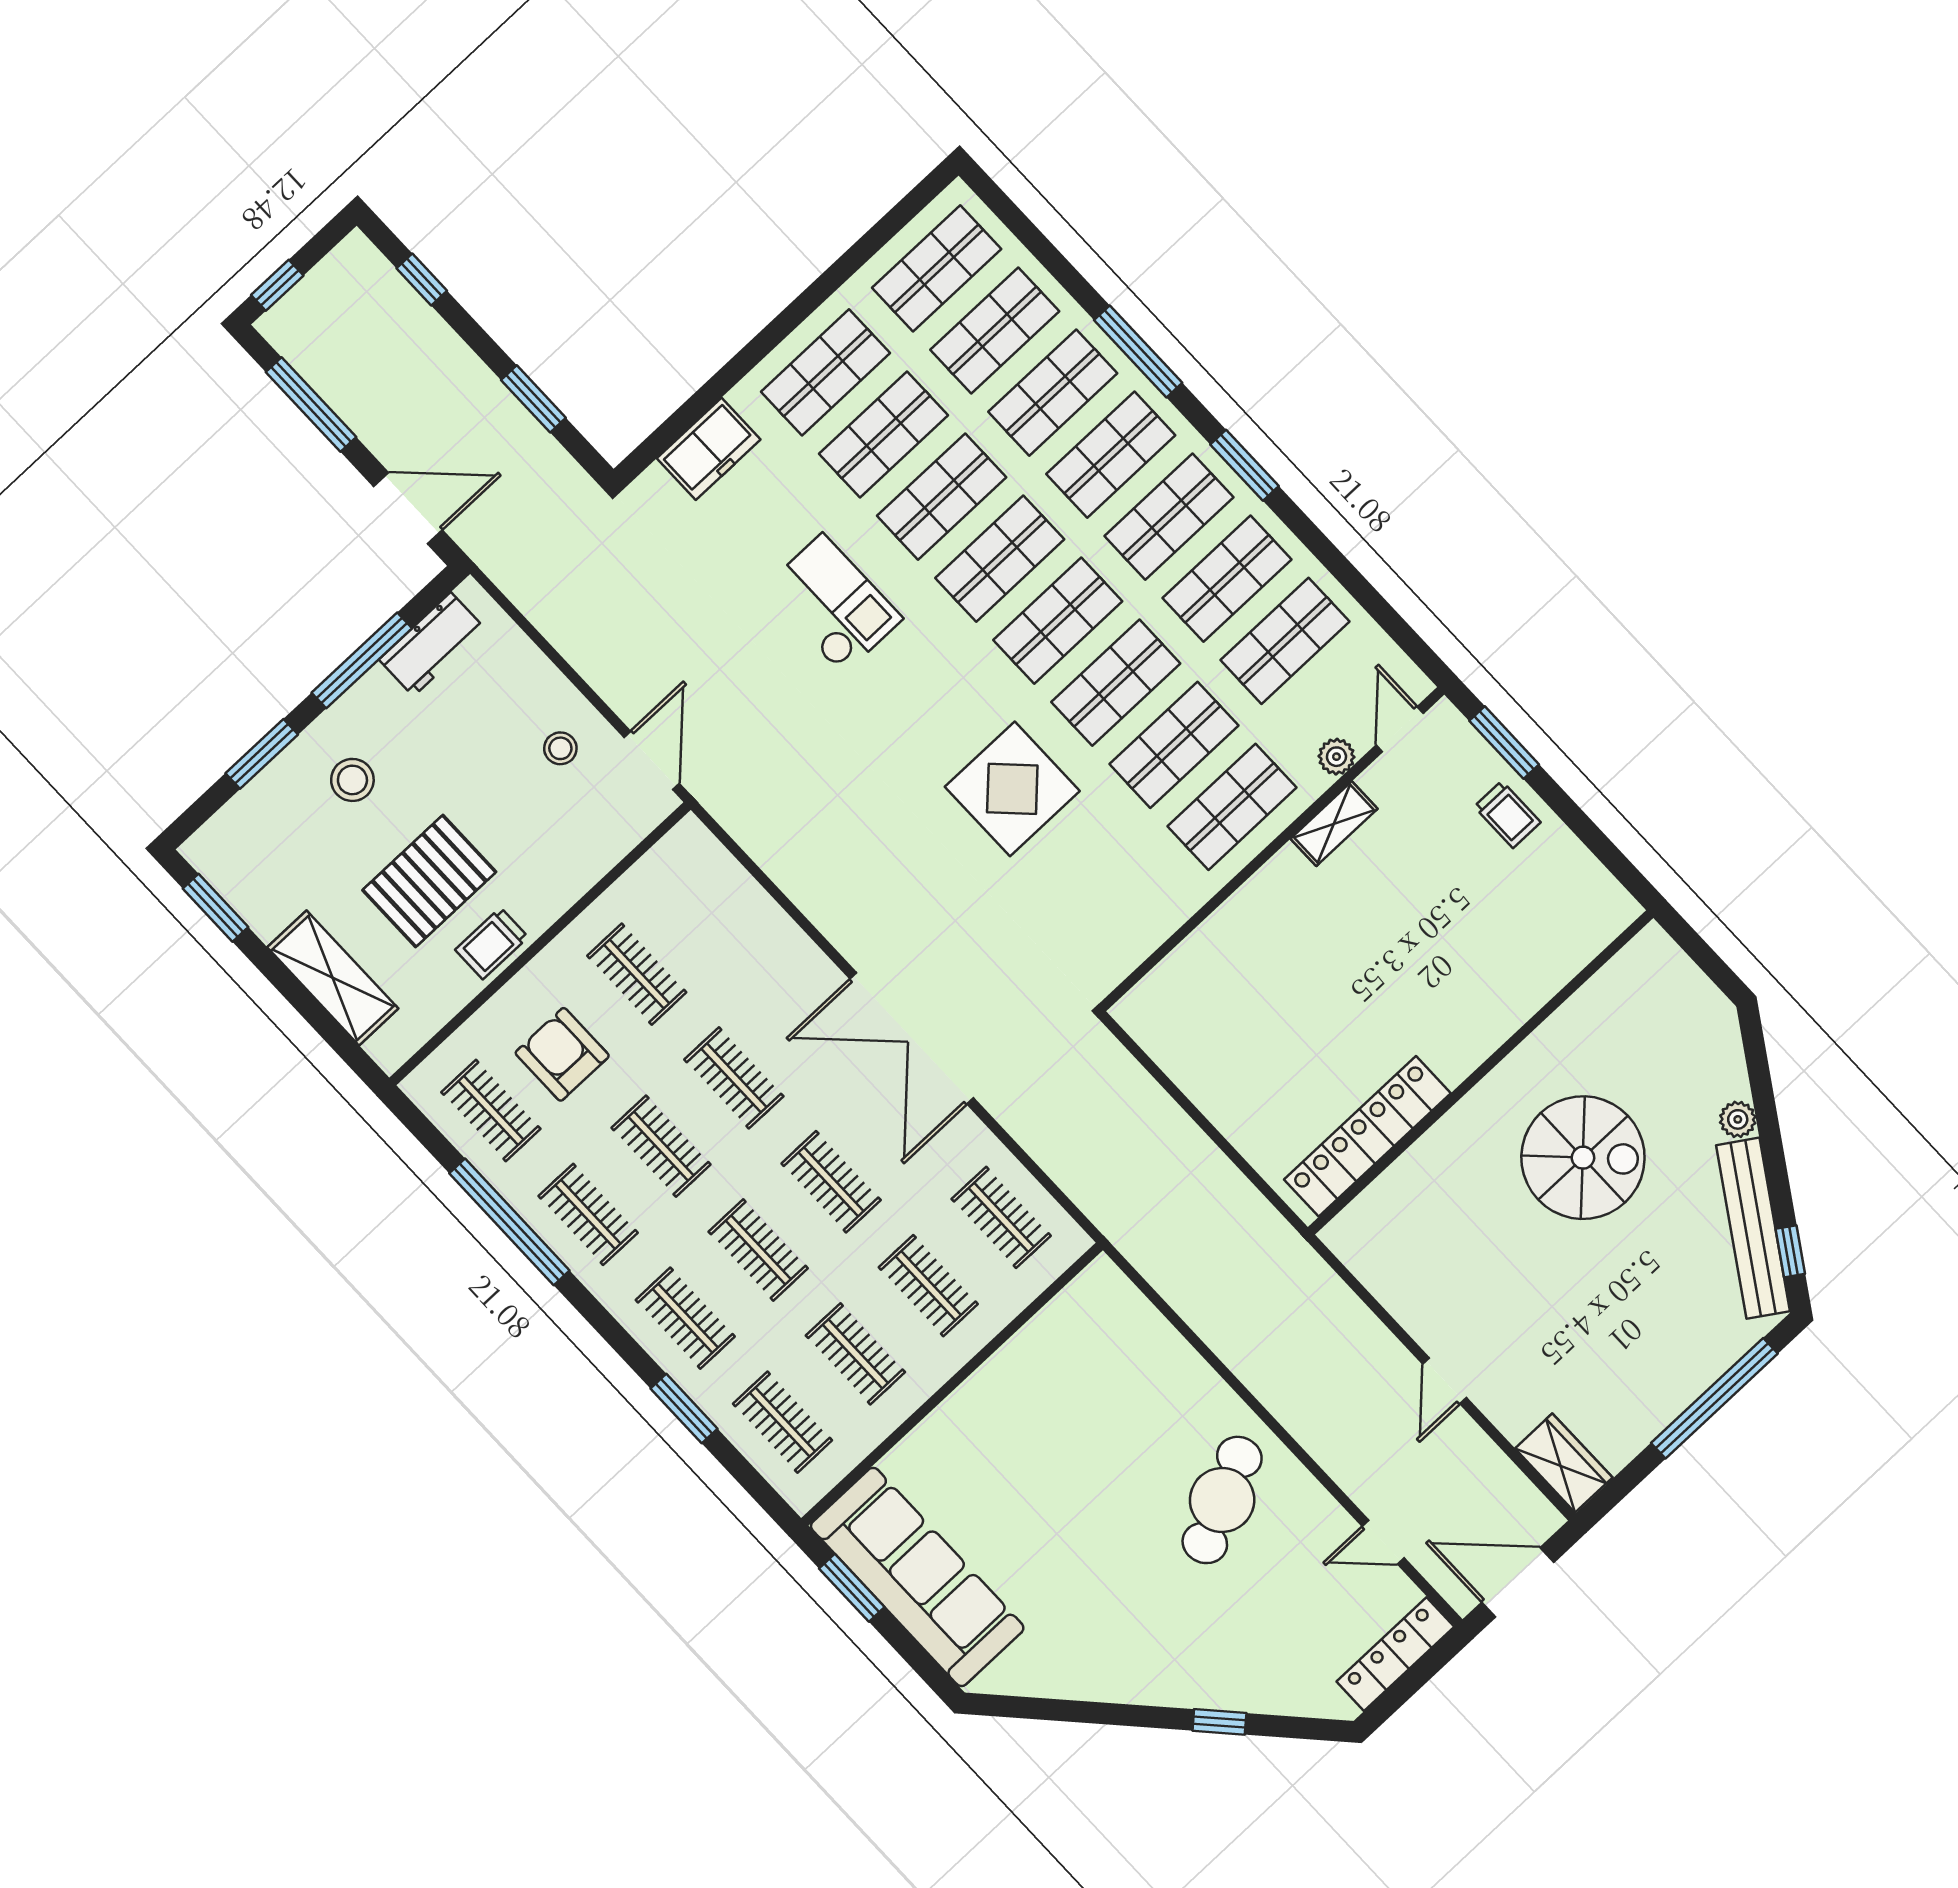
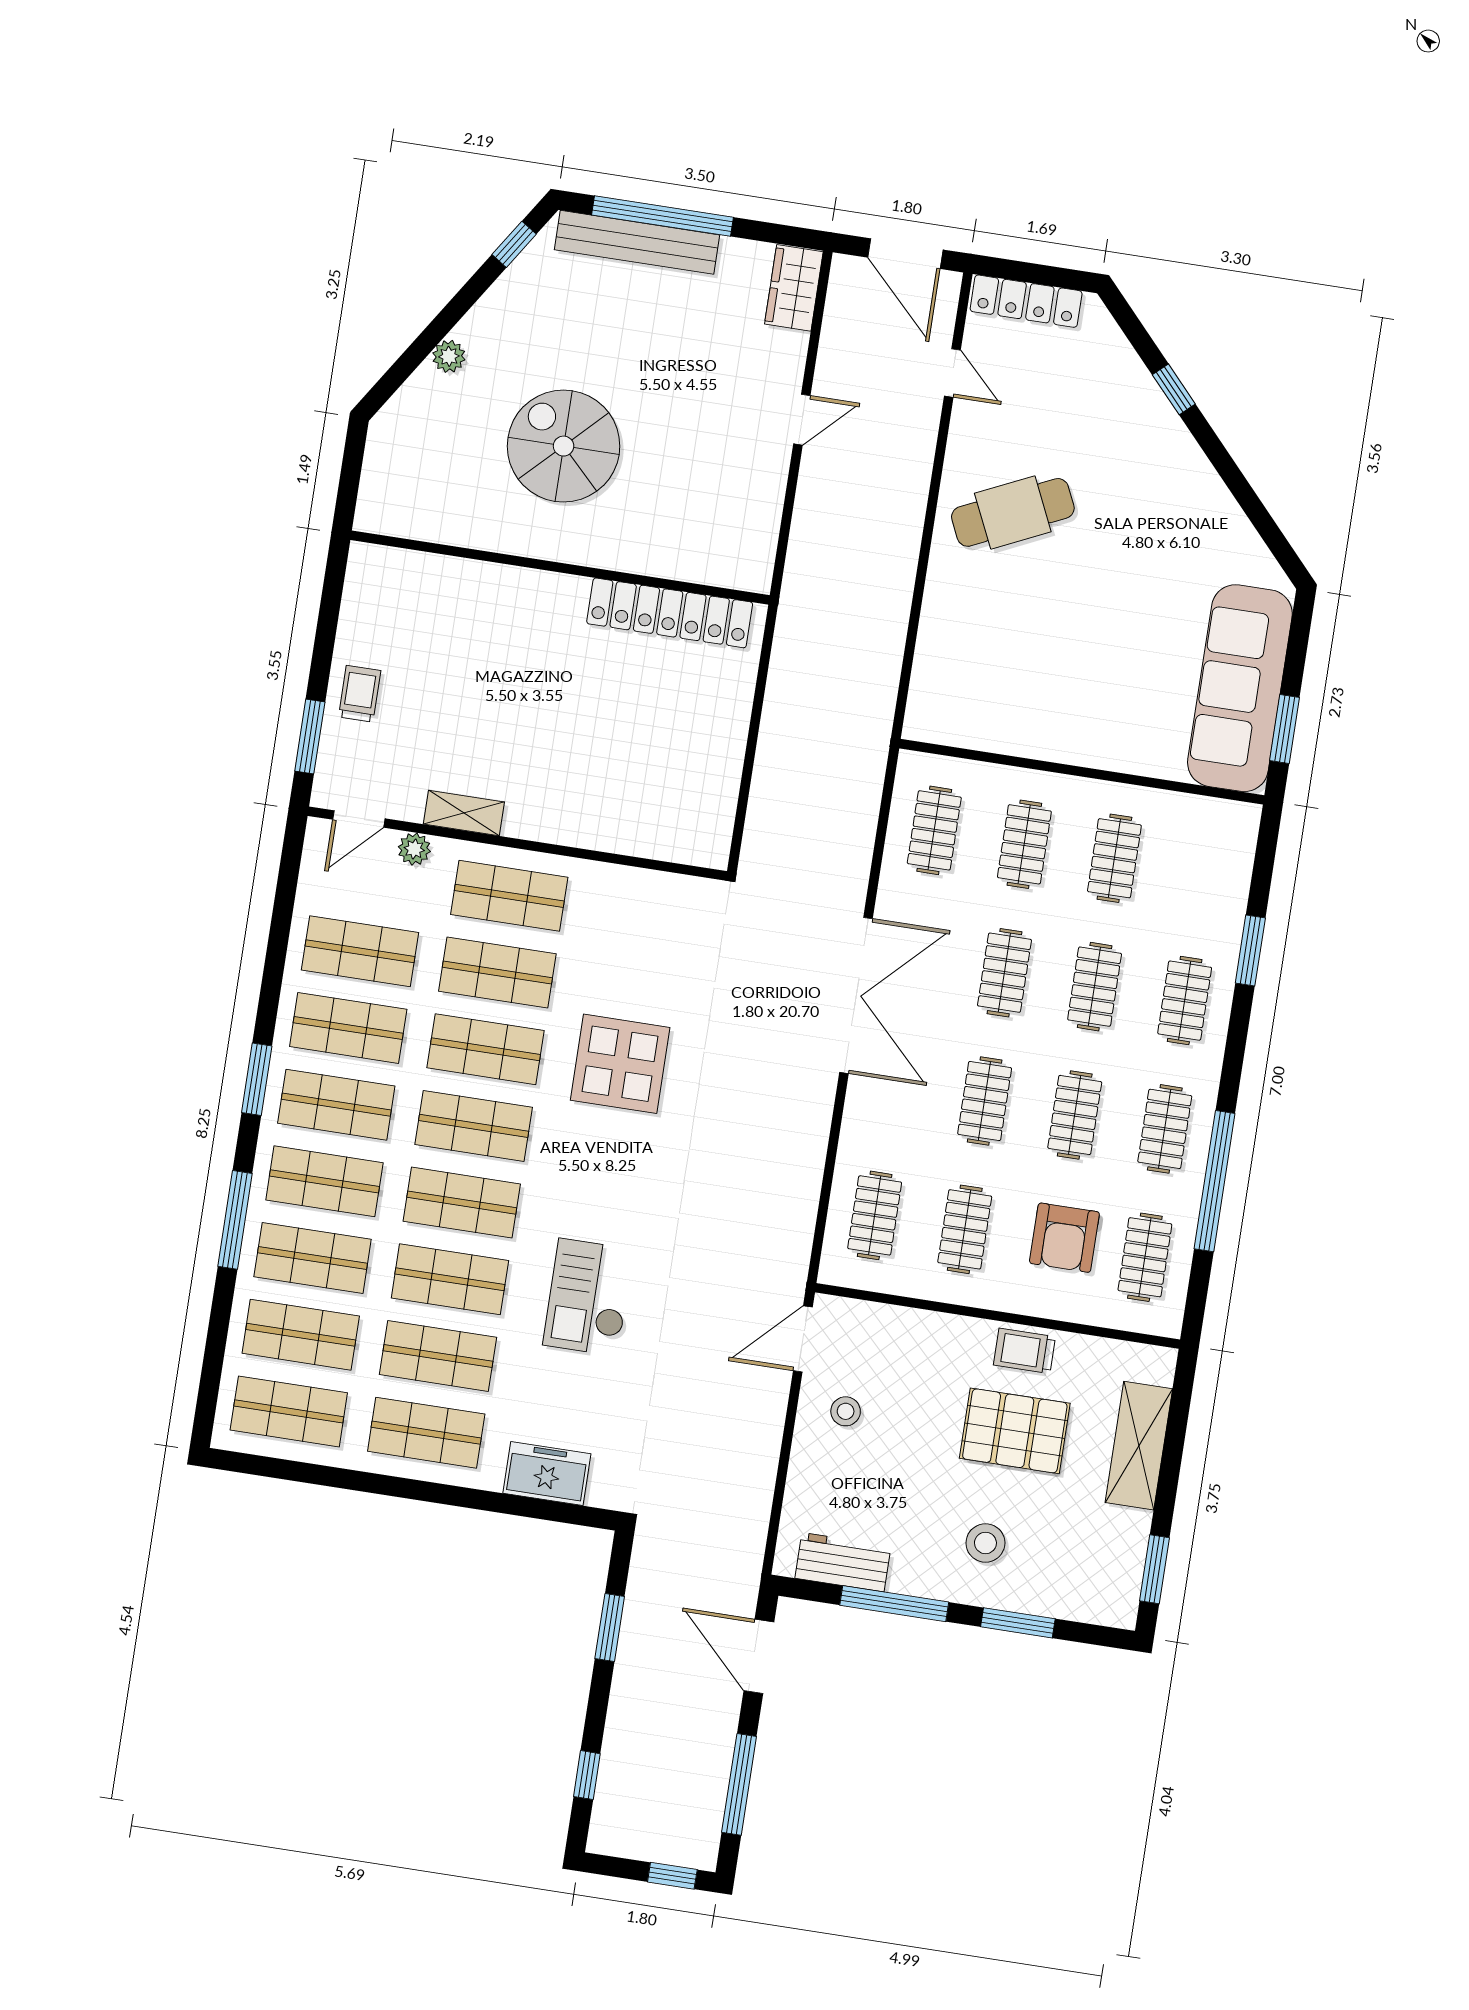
trolley: (492, 943) -> (1024, 1351), turned 180
bench: (1753, 1228) -> (637, 242), moved, turned 57
clothes rail: (782, 1422) -> (875, 1215), moved

